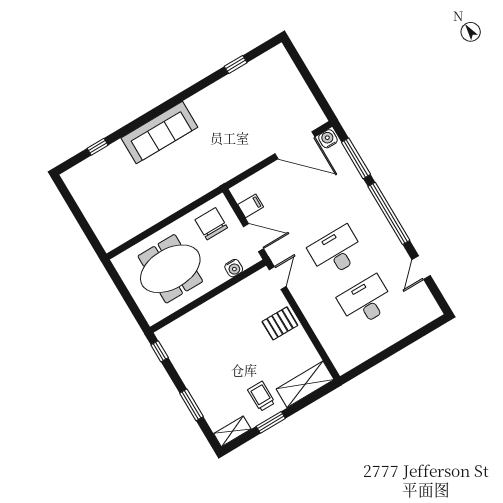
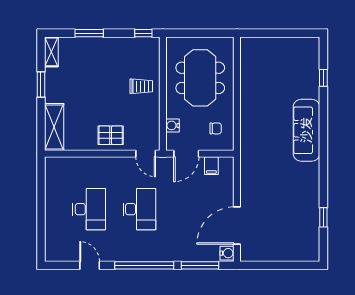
chair: (211, 224) -> (216, 128), width x0.54, depth x0.54
pallet: (280, 323) -> (111, 135), turned 90
trolley: (261, 396) -> (141, 86), moved

